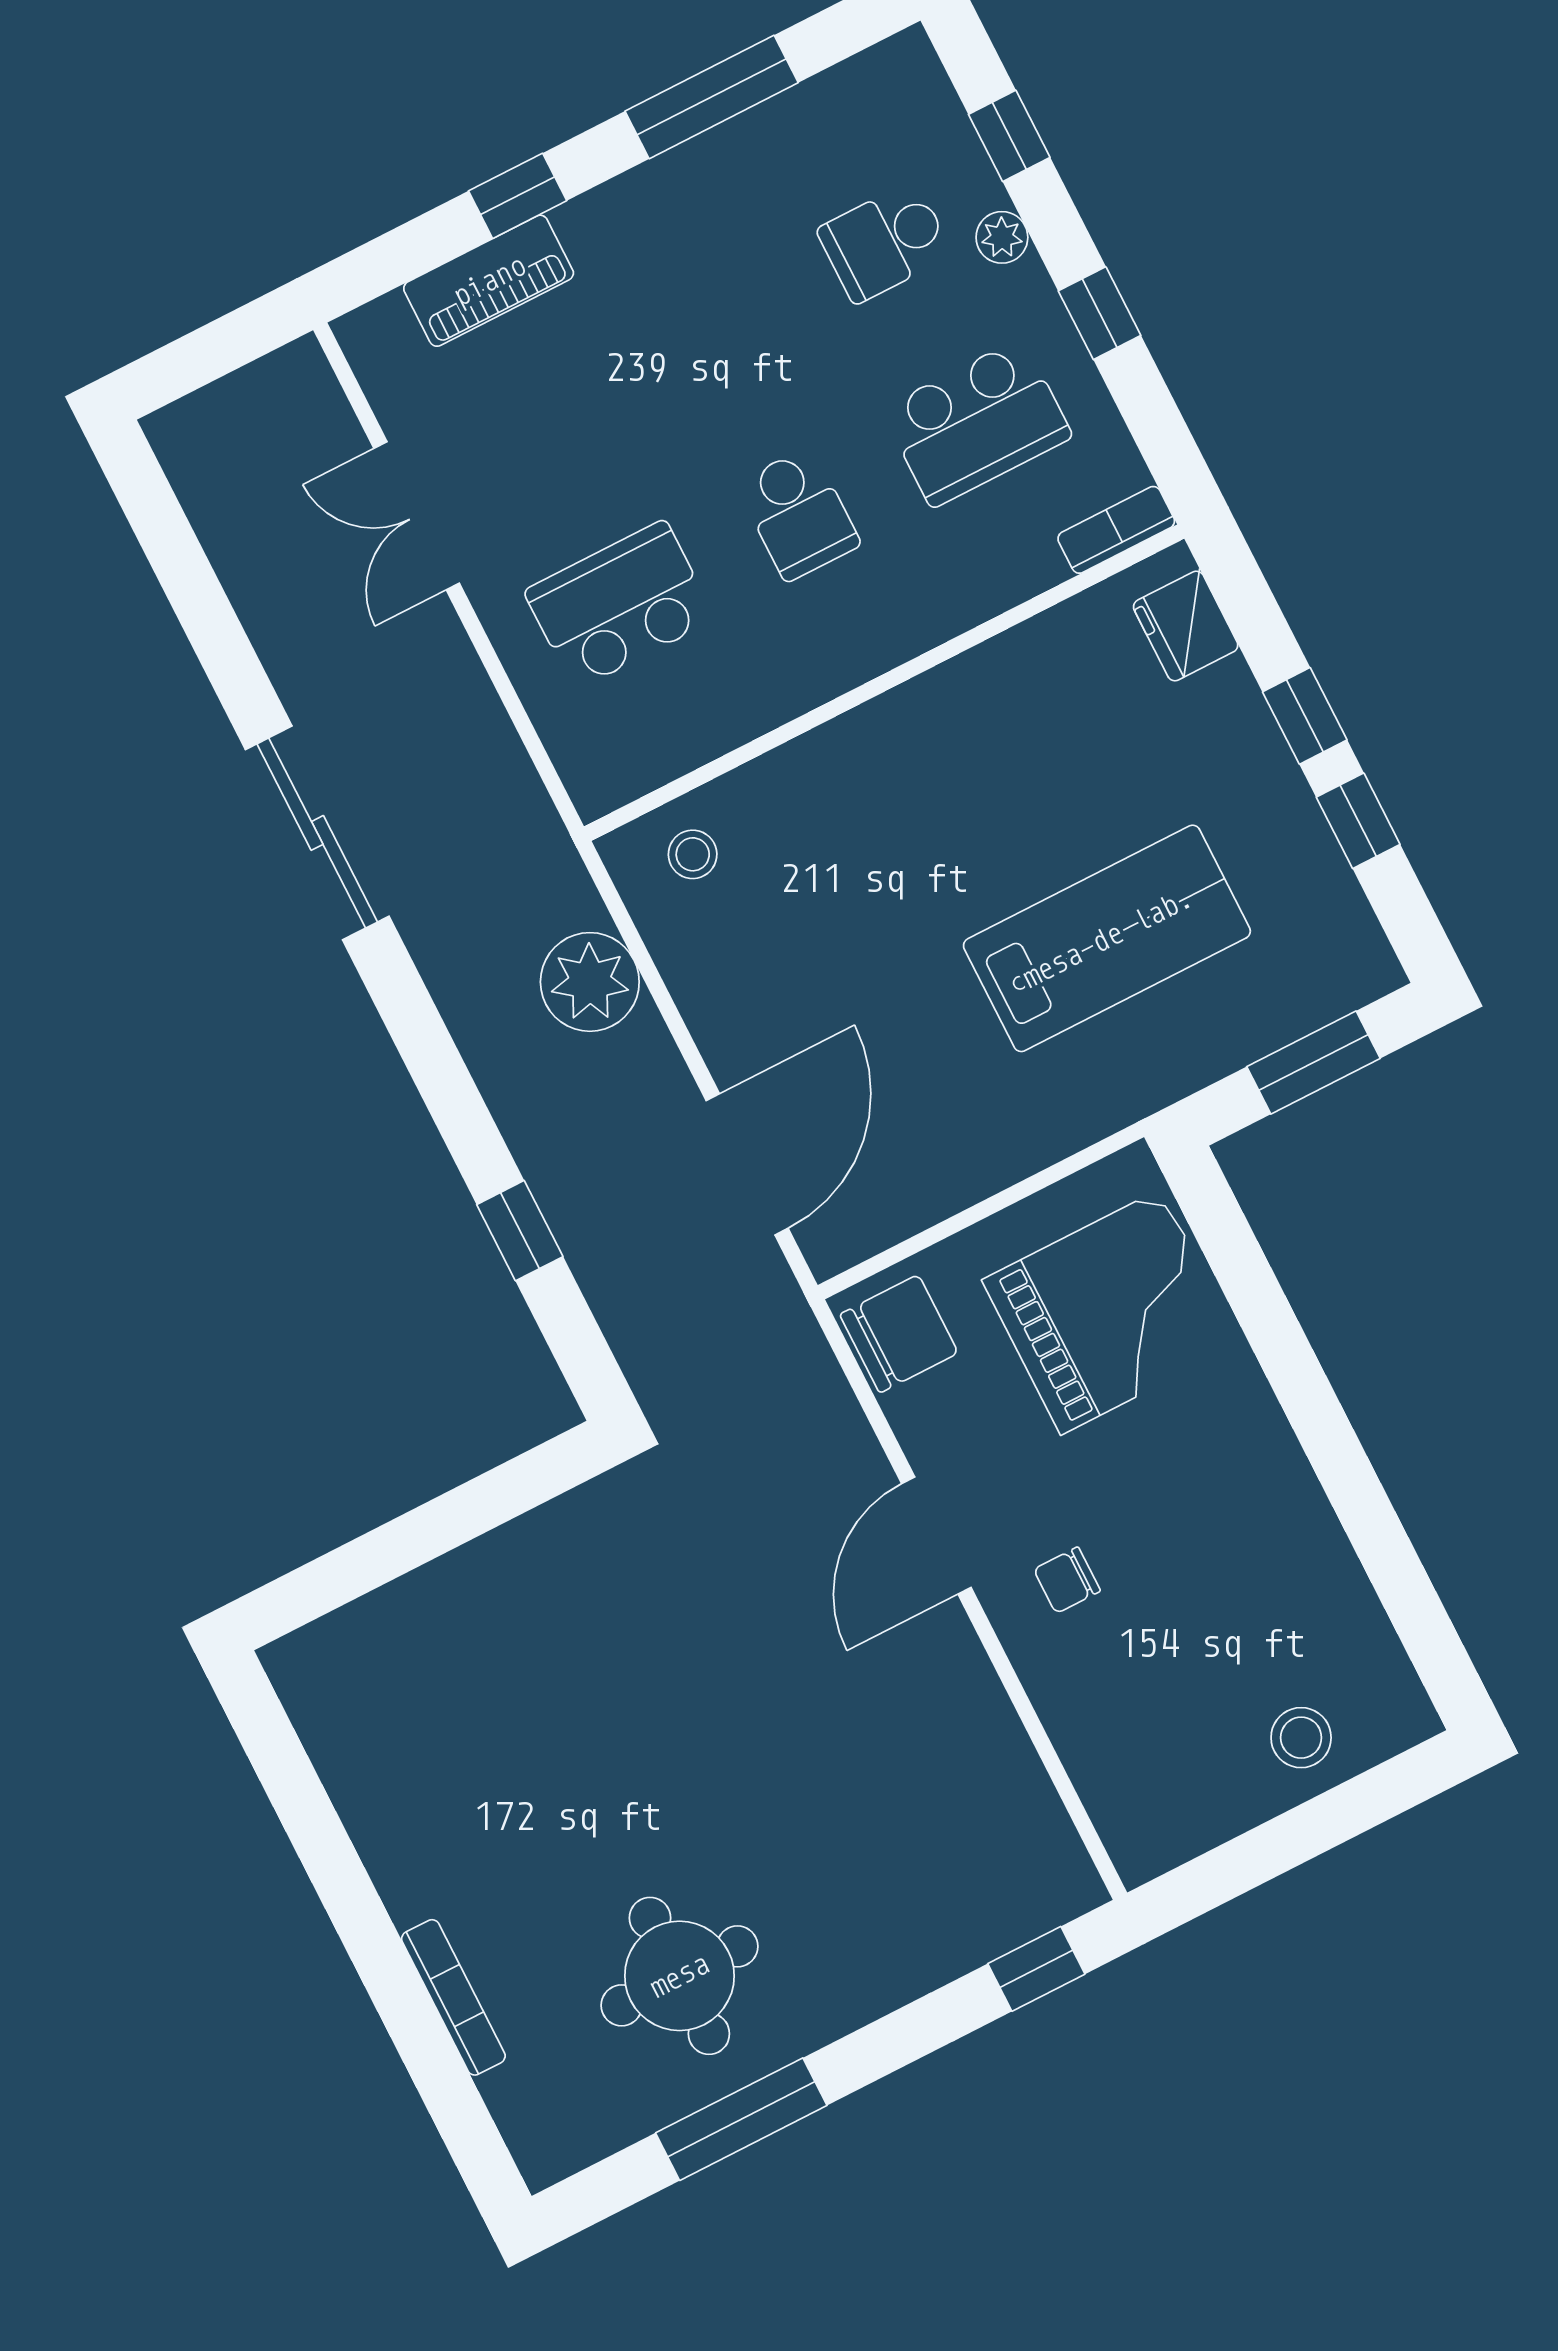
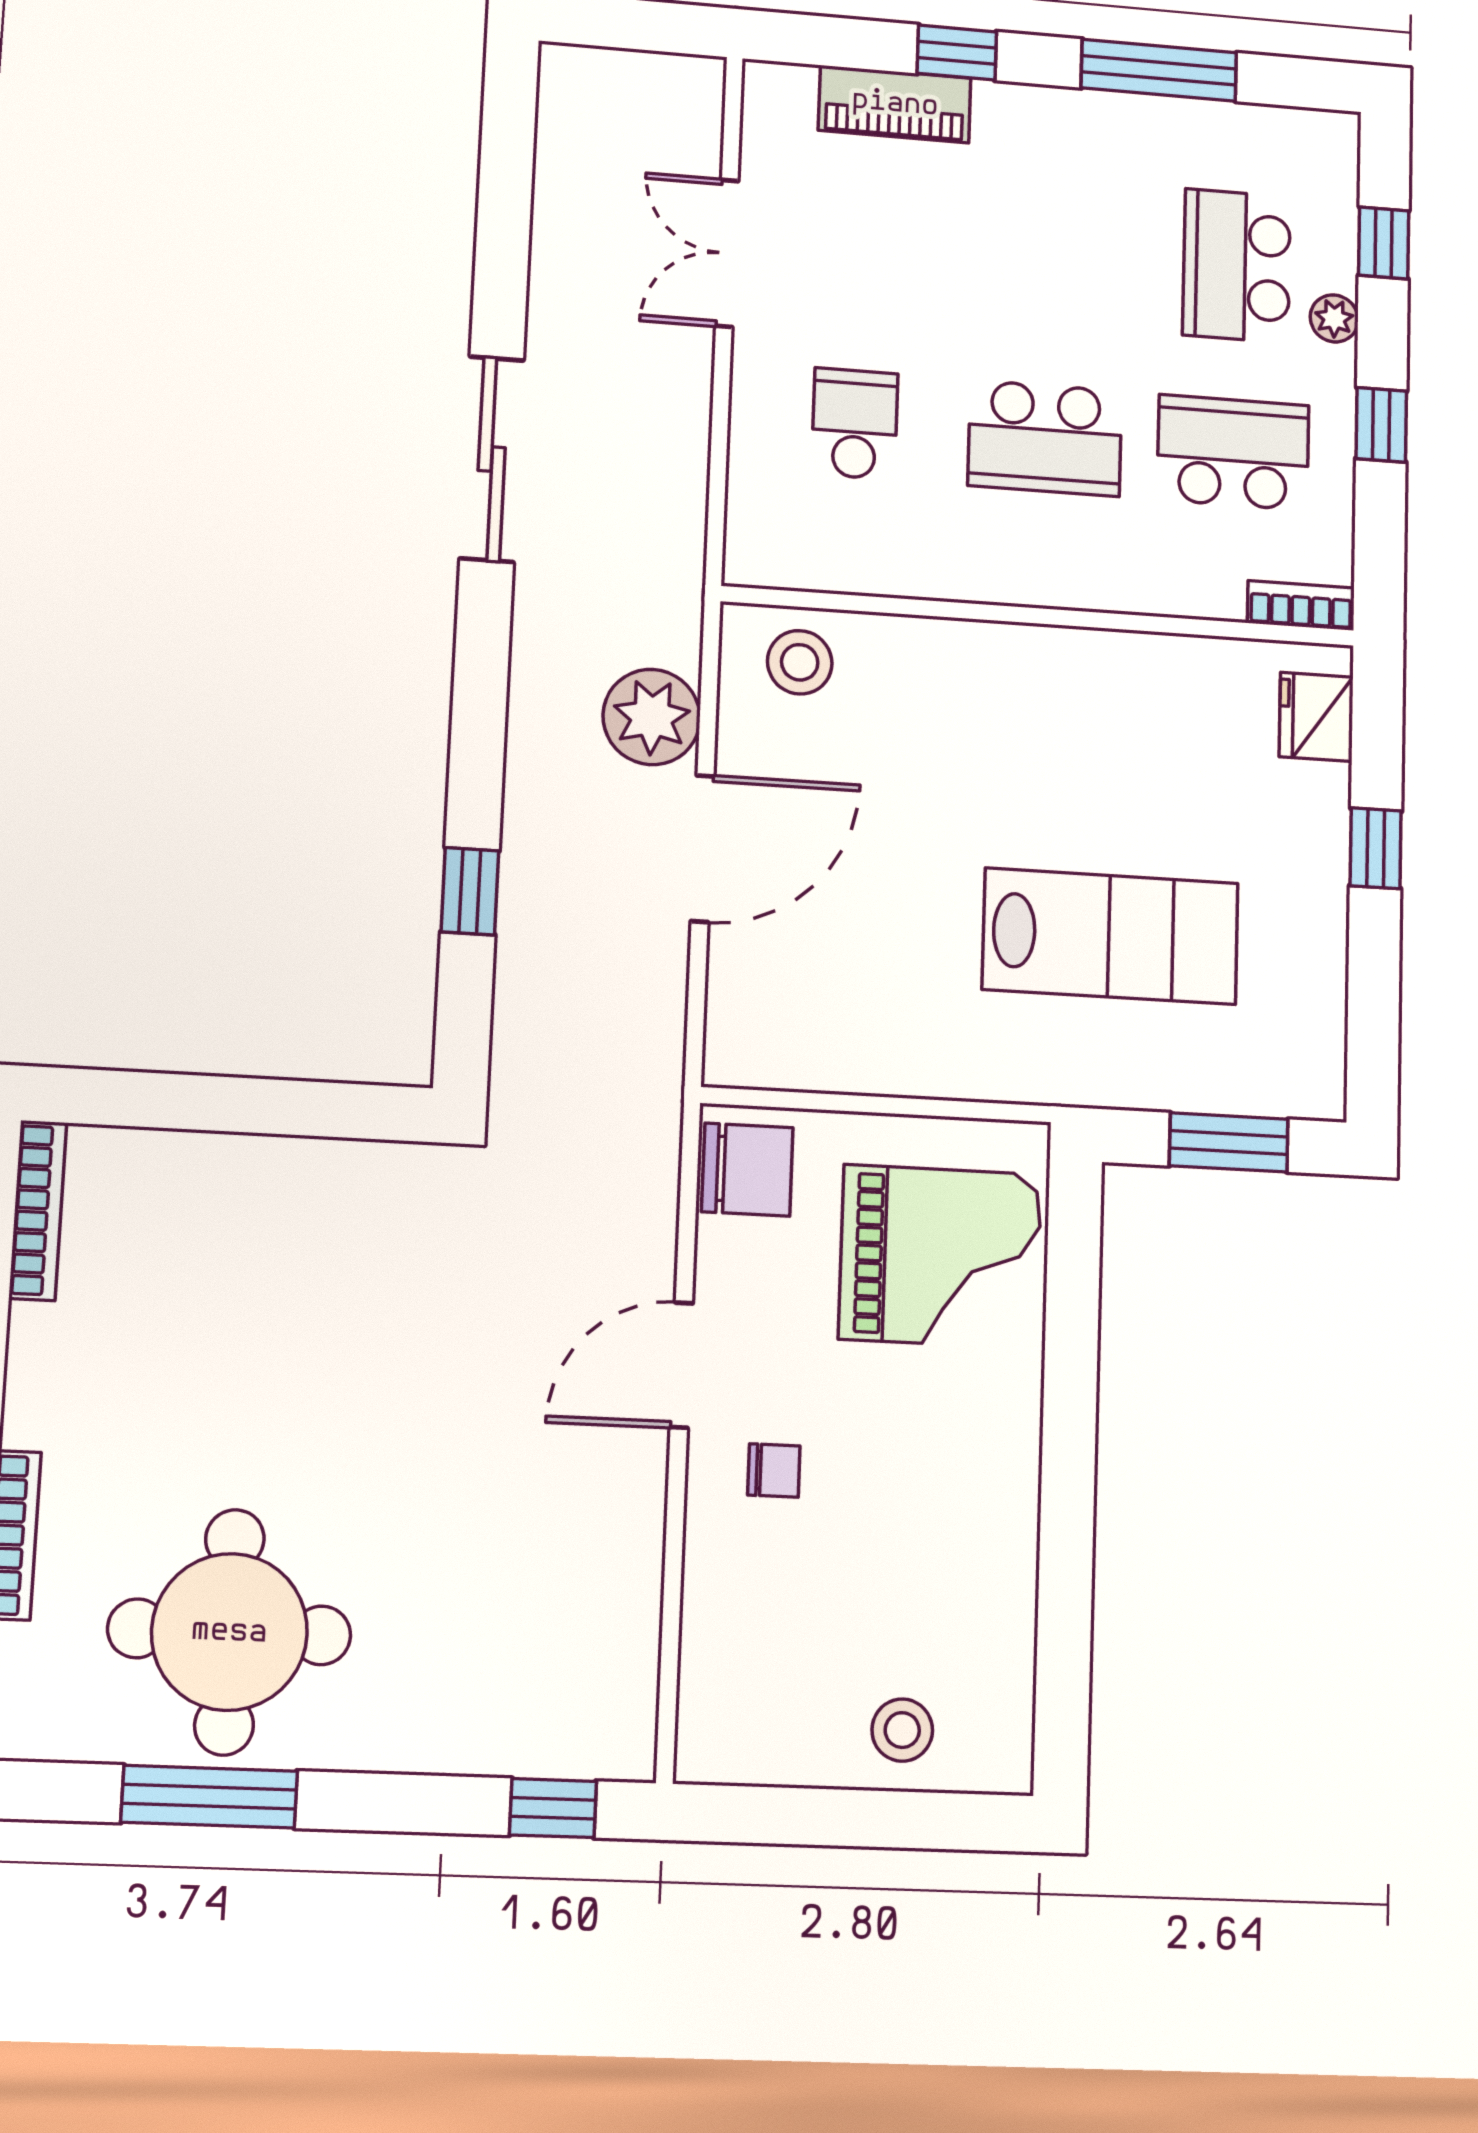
school desk: (885, 242) -> (1237, 266), width x1.85
school desk: (977, 423) -> (1233, 452), turned 180
school desk: (798, 514) -> (1045, 438), width x1.85
school desk: (620, 605) -> (855, 424), width x0.54
window: (1358, 821) -> (1374, 961), removed
stool: (693, 854) -> (800, 662), width x1.37, depth x1.37
door: (747, 1164) -> (702, 849), moved
chair: (1067, 1580) -> (774, 1470), turned 180
bookcase: (313, 1718) -> (38, 1210), added
round table: (679, 1976) -> (229, 1632), width x1.36, depth x1.36

